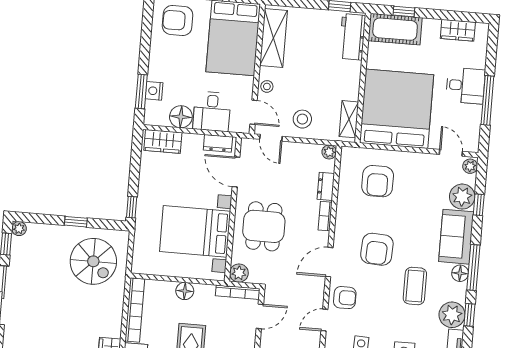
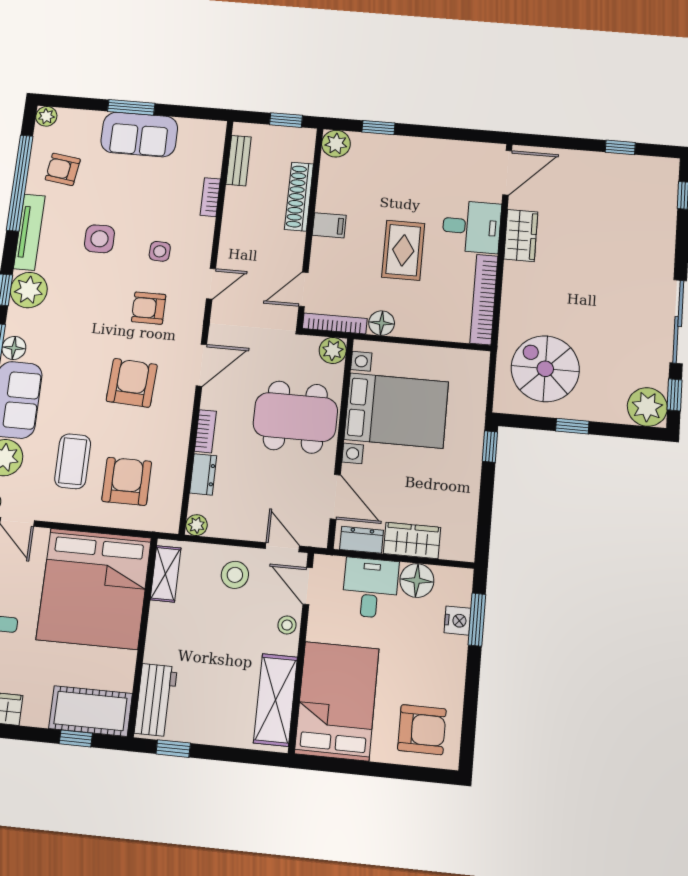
wardrobe: (163, 141) -> (412, 540), moved
dining table: (264, 226) -> (295, 417), width x1.37
plant: (19, 229) -> (647, 407), width x1.87, depth x1.87
coffee table: (415, 286) -> (73, 461), moved
floor lamp: (185, 291) -> (382, 323), moved
armchair: (345, 298) -> (149, 308), moved

